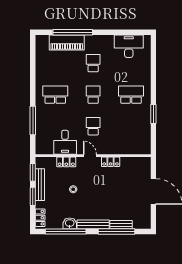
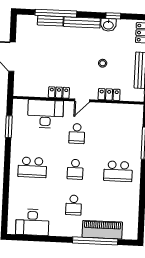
window: (153, 114) -> (9, 127), moved
desk: (65, 142) -> (45, 114), moved, width x1.37
door: (90, 156) -> (82, 100), hinge flipped
window: (66, 231) -> (113, 16), width x0.32

